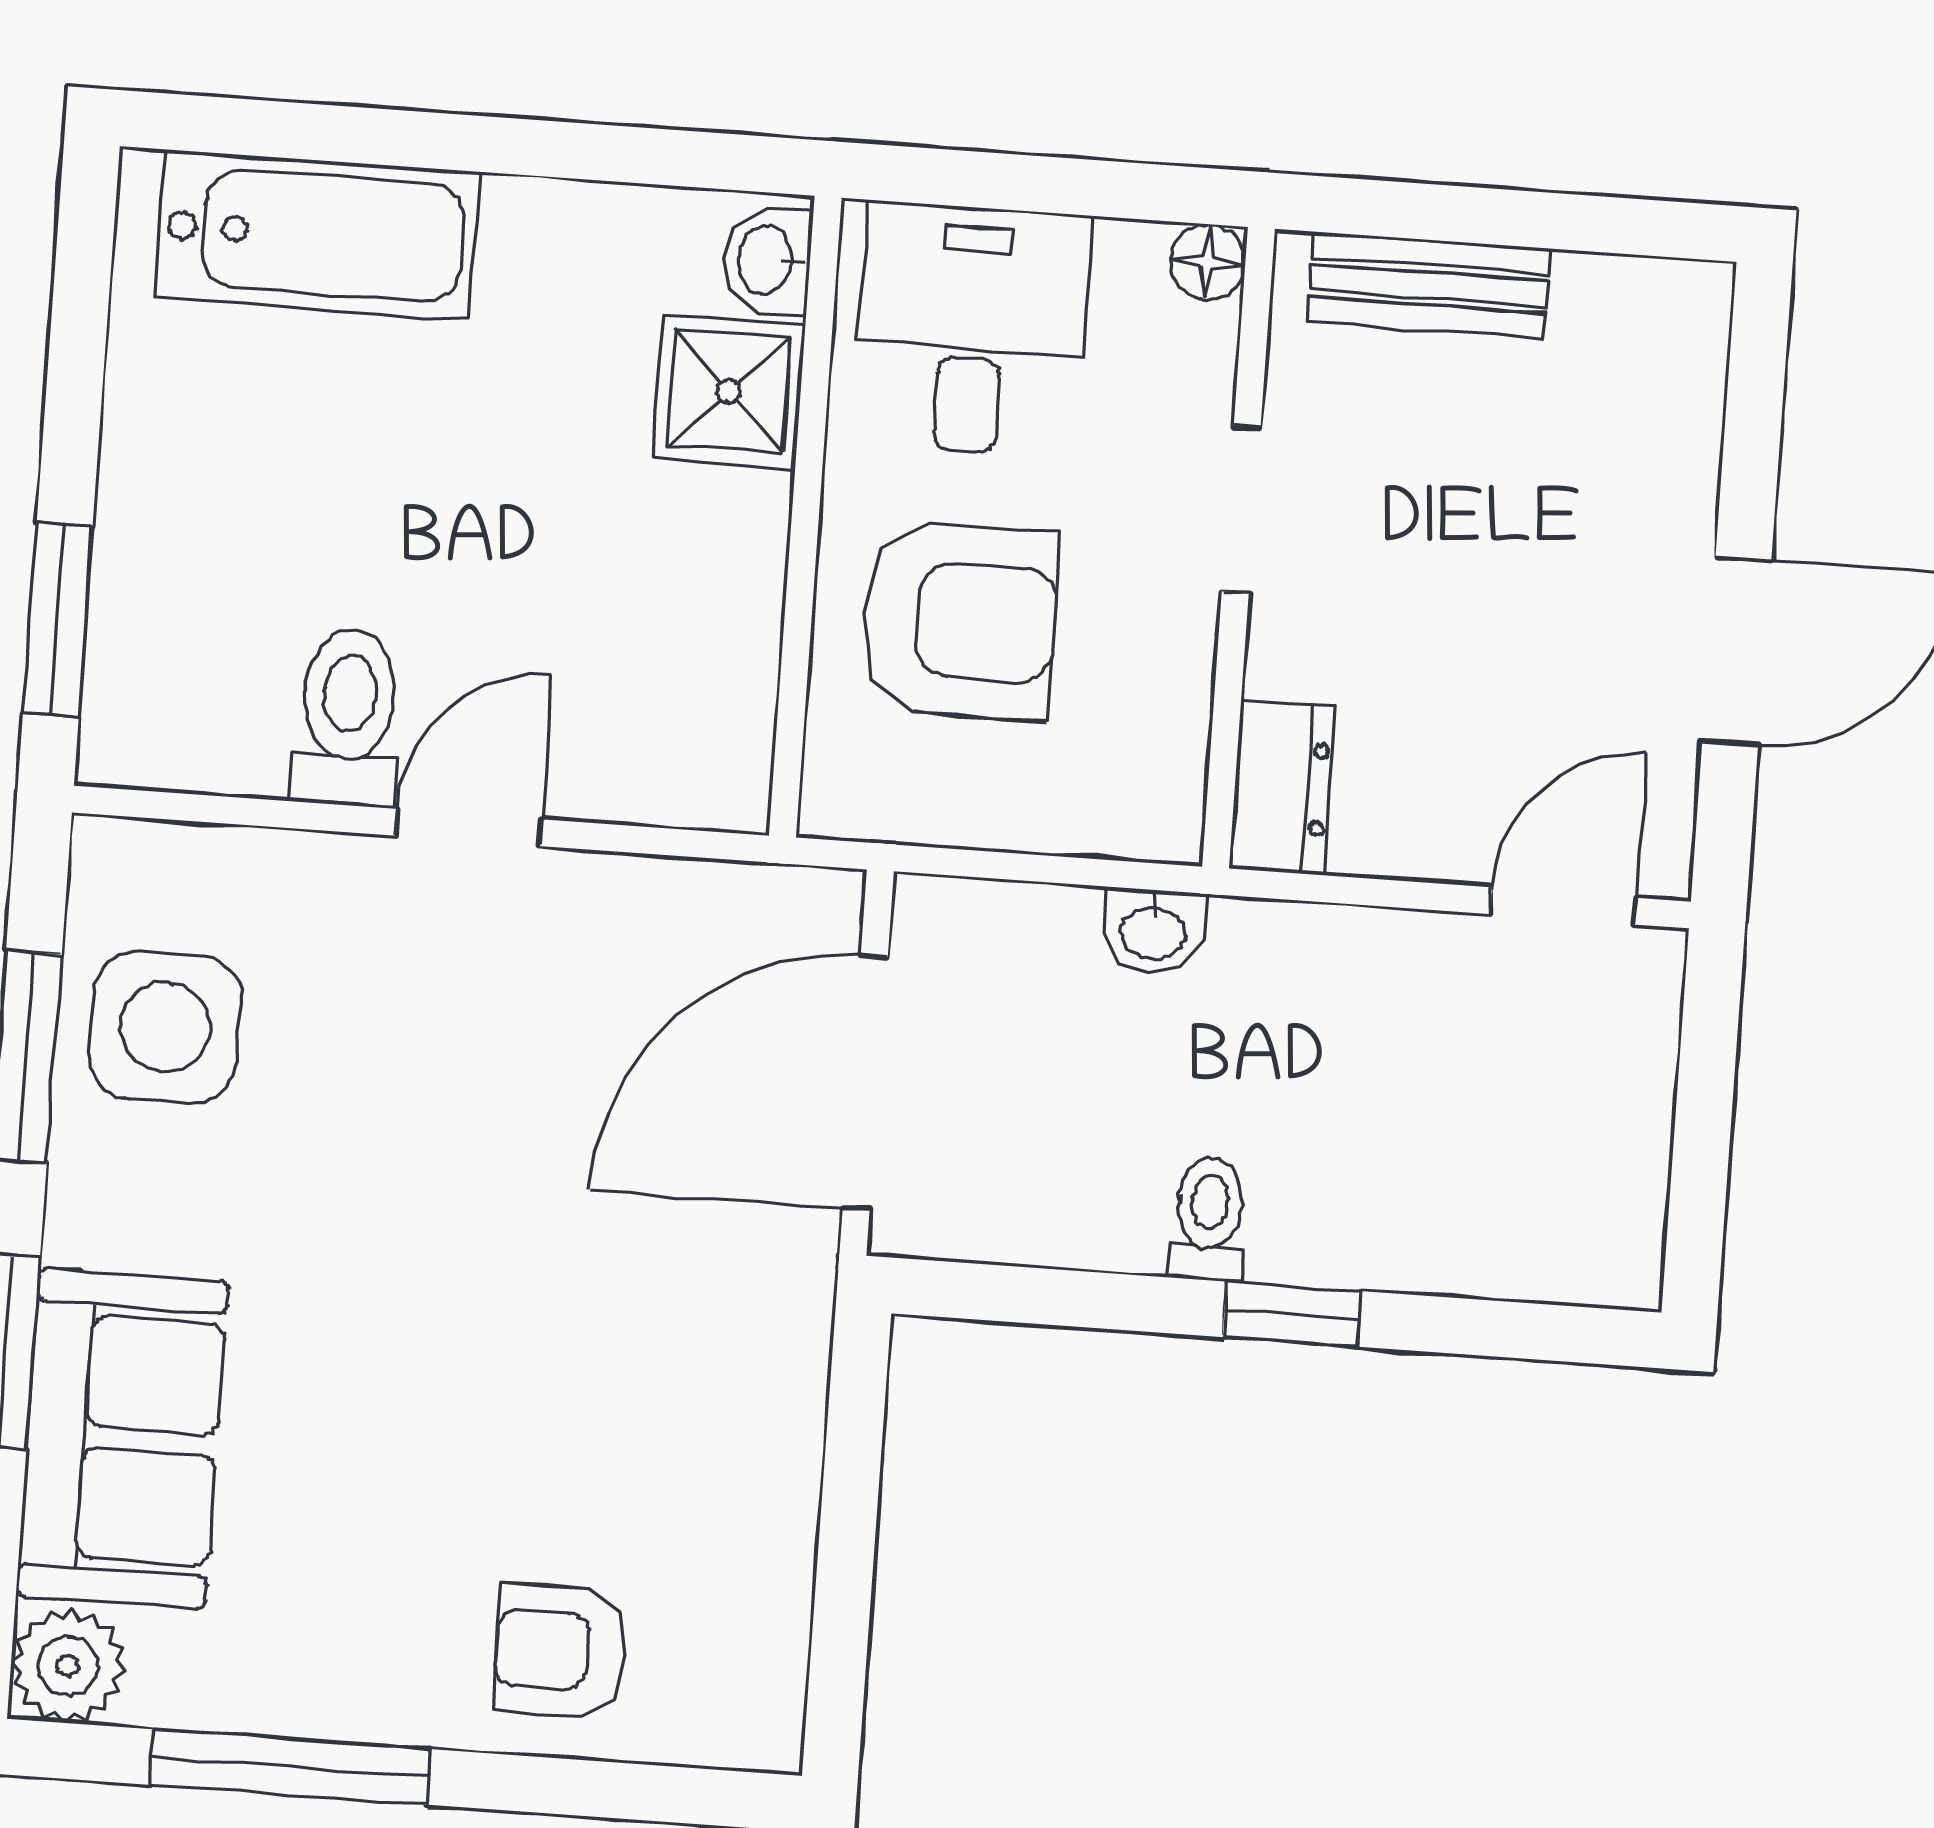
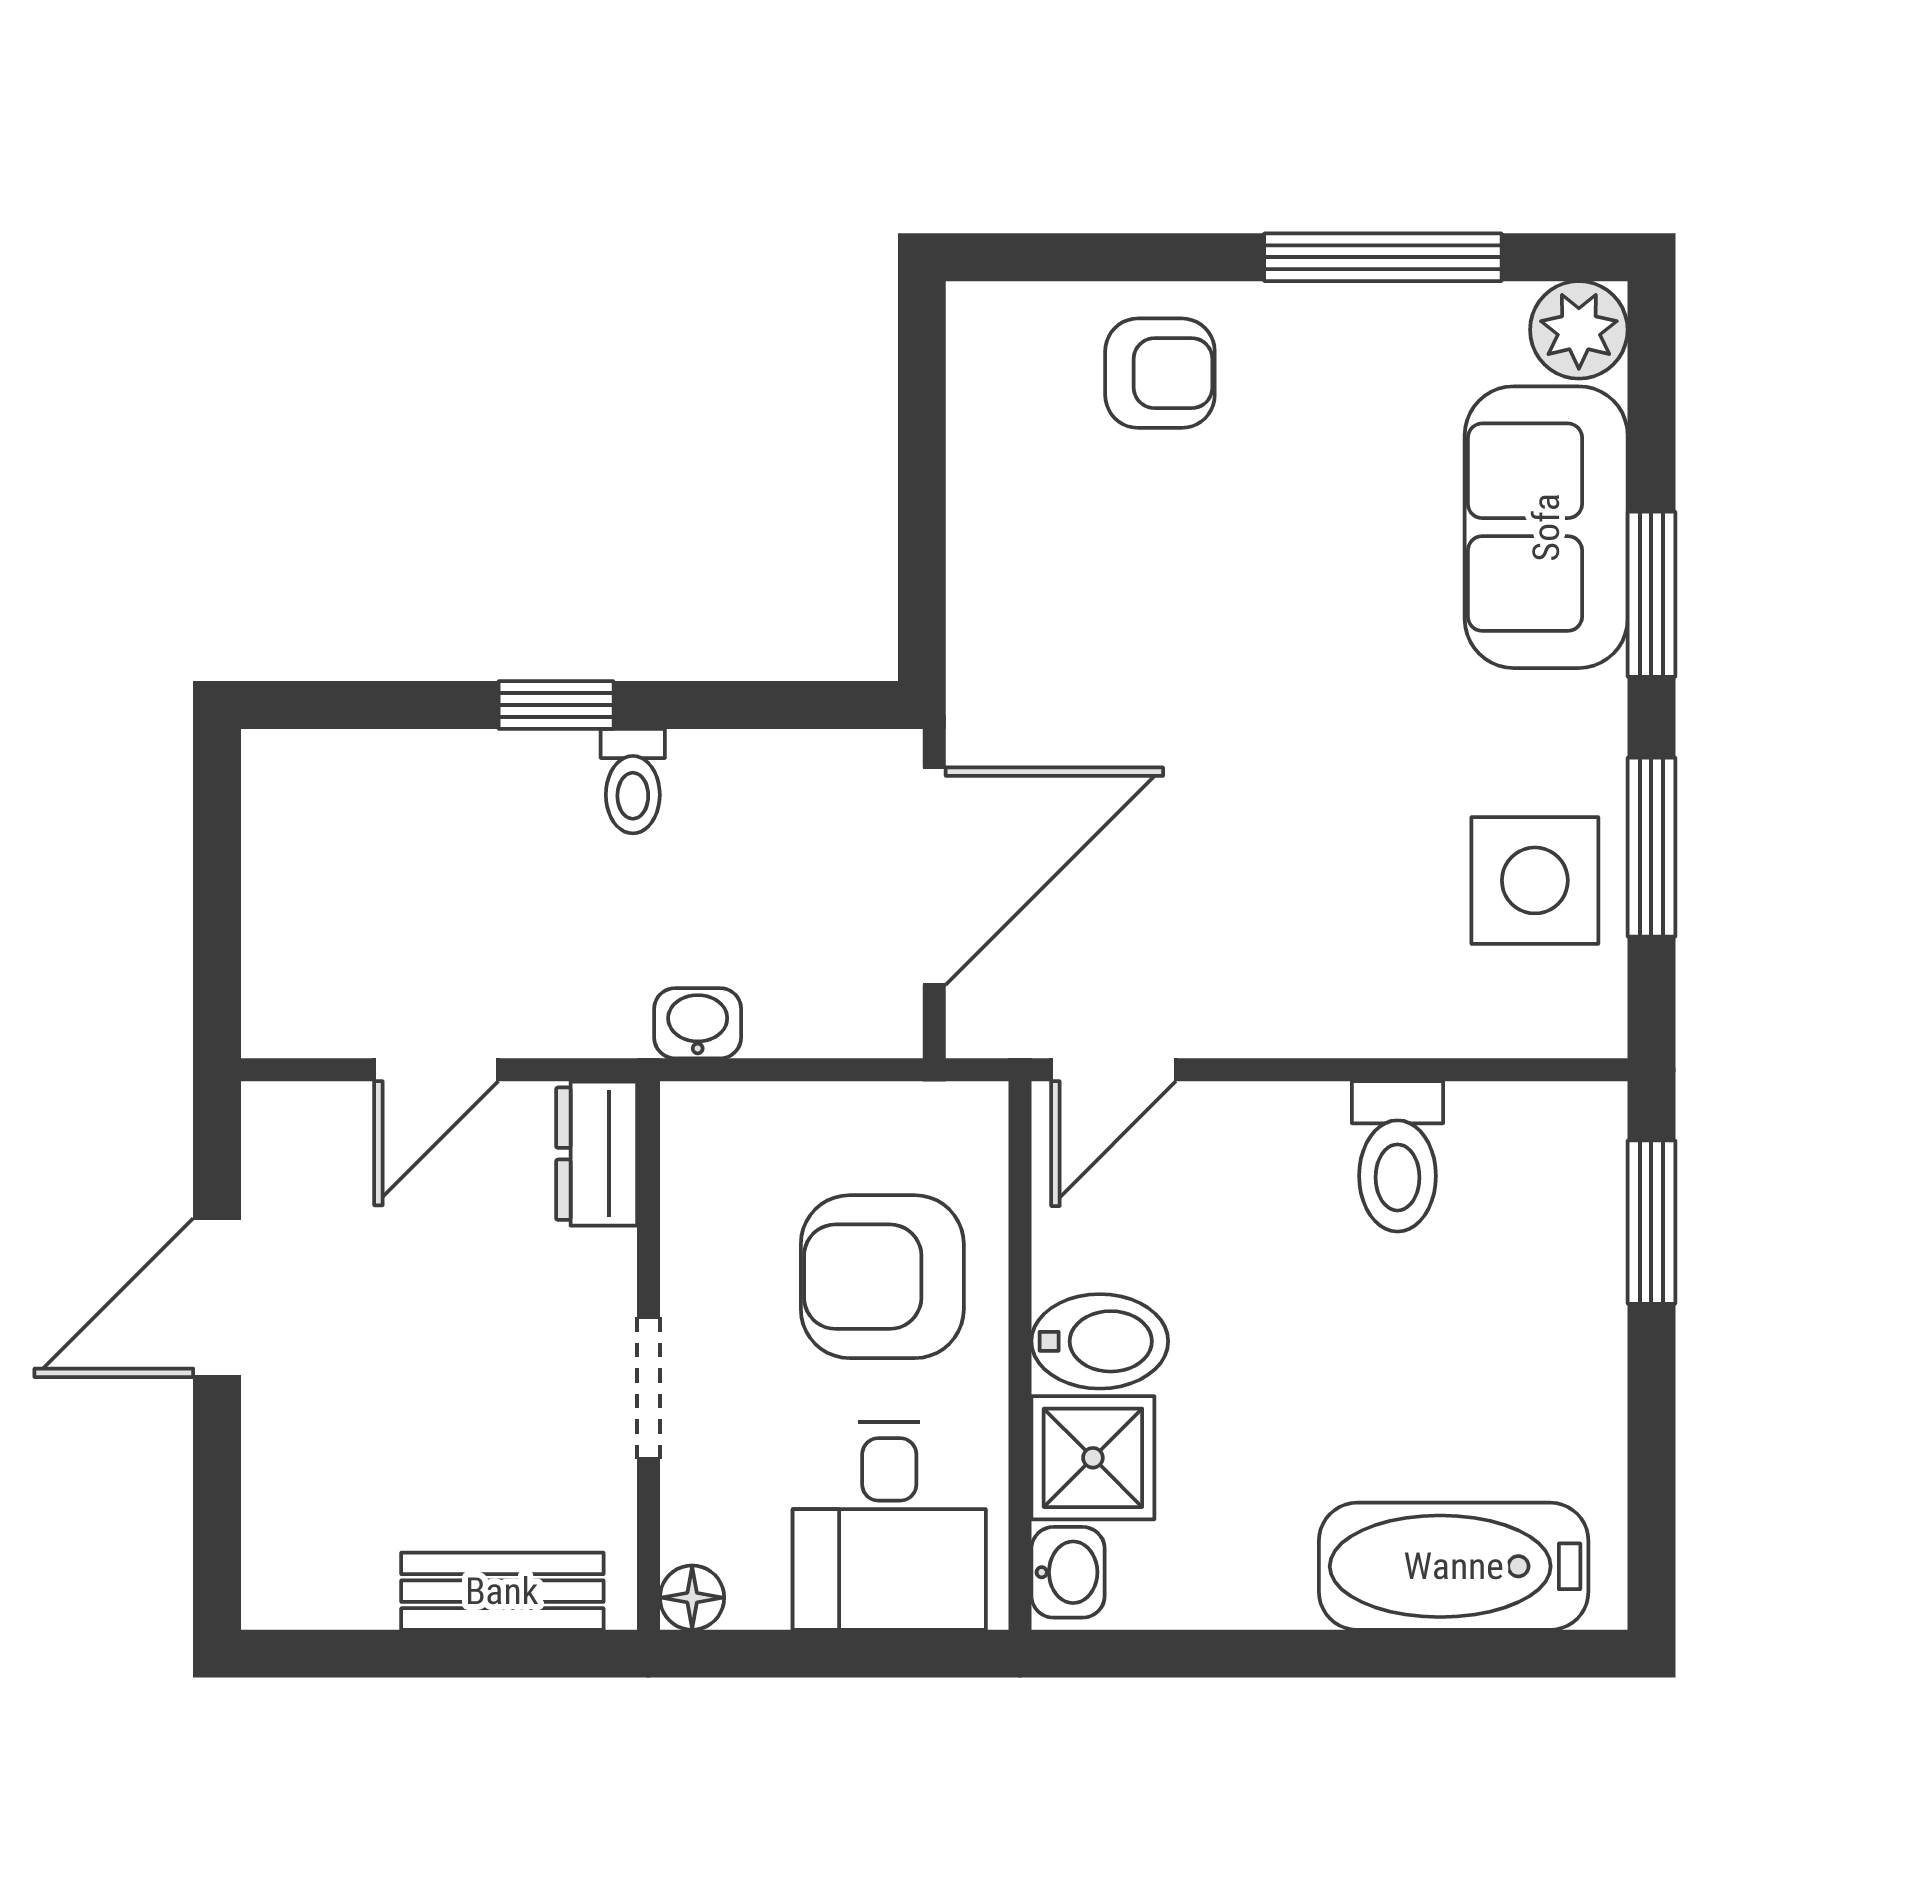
bidet: (711, 527) -> (1100, 1341), added
door: (468, 827) -> (1114, 1070), moved
door: (1564, 906) -> (436, 1070), moved

